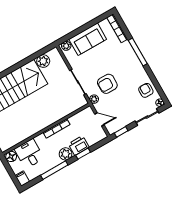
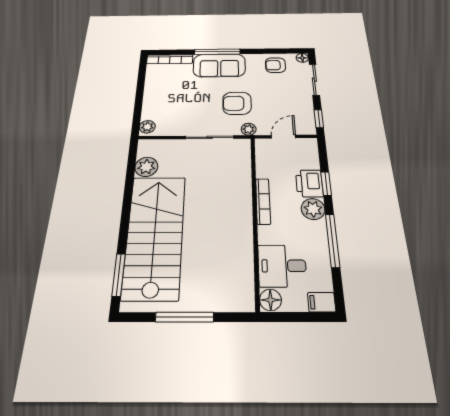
sofa: (88, 39) -> (219, 65), moved, turned 90
armchair: (107, 84) -> (237, 103), turned 90

